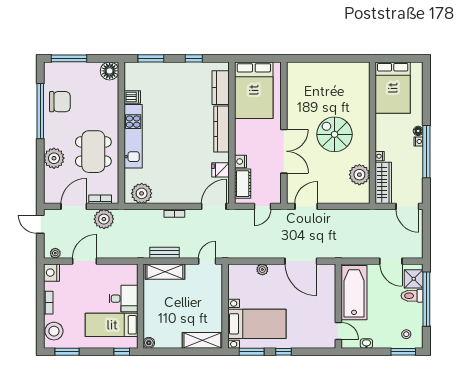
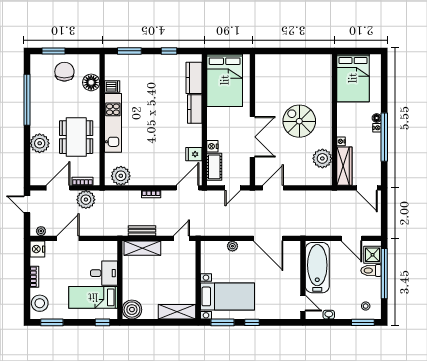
window: (69, 58) -> (54, 51), width x0.69
floor lamp: (110, 71) -> (91, 82), moved
chair: (60, 102) -> (64, 72), moved, turned -90
kitchen counter: (221, 129) -> (195, 109), width x0.67
boiler: (149, 343) -> (132, 310), width x1.86, depth x1.86

